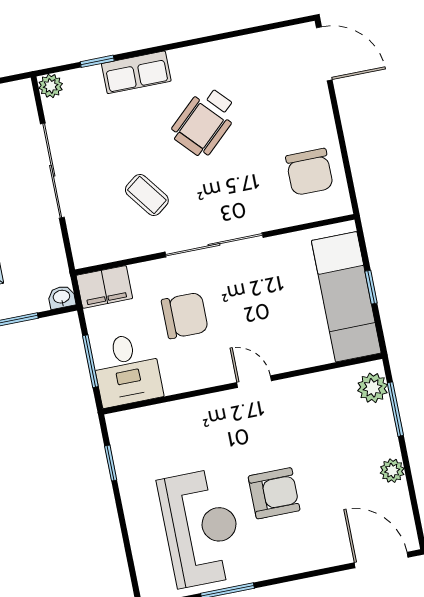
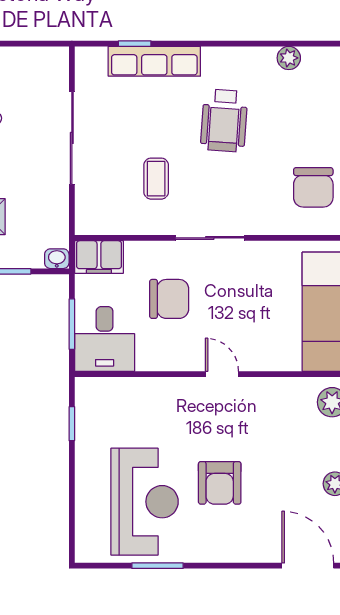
row of seats: (136, 72) -> (154, 61), width x1.48
plant: (51, 86) -> (289, 58), moved
wheelchair: (204, 122) -> (224, 121), turned -43
coffee table: (147, 195) -> (156, 179), turned 37
sliding door: (214, 245) -> (210, 238), width x0.73
armchair: (274, 493) -> (220, 483), turned 90

